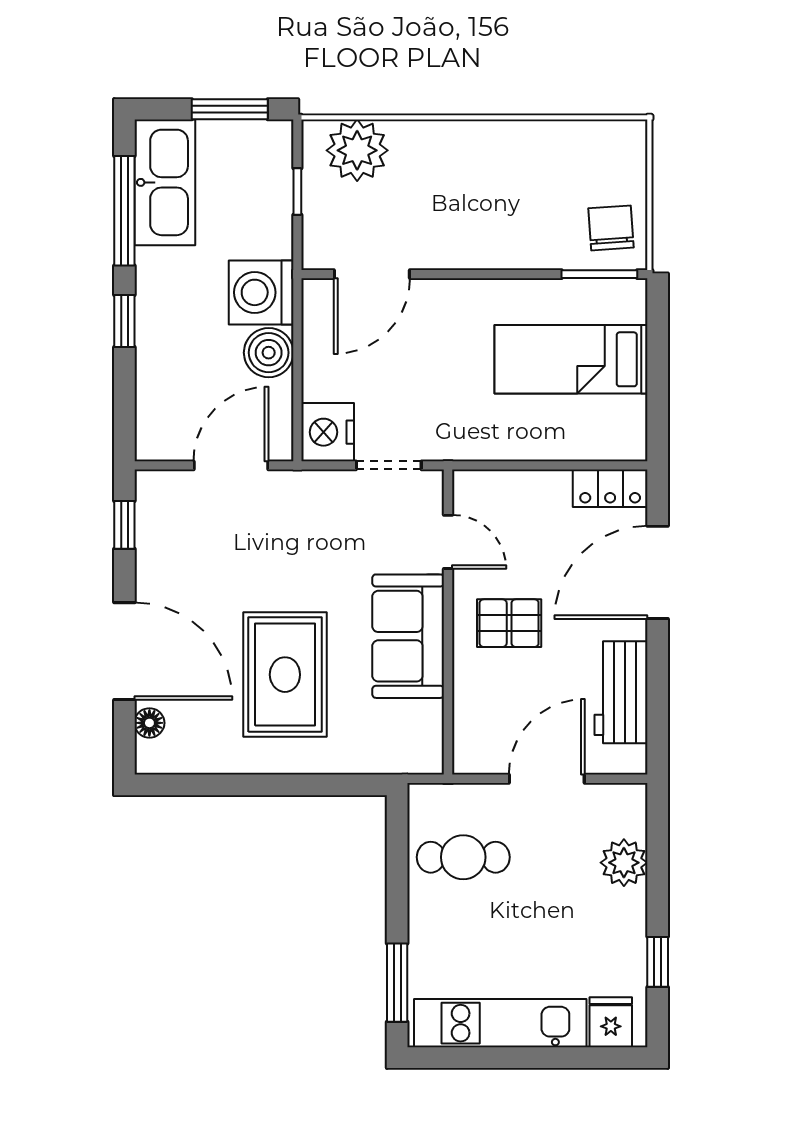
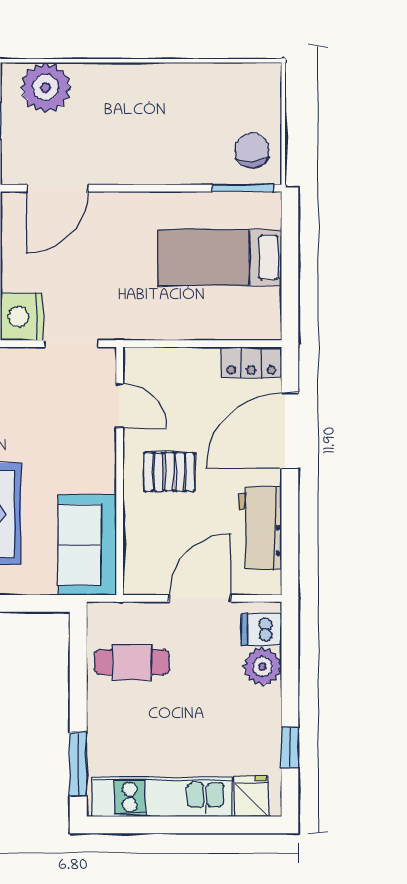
sofa: (408, 636) -> (87, 545), moved
dishwasher: (623, 817) -> (262, 629), added

